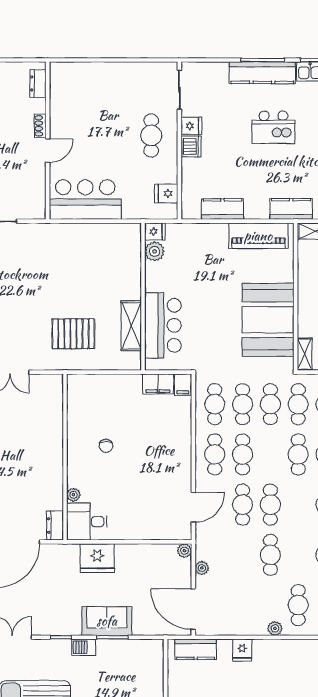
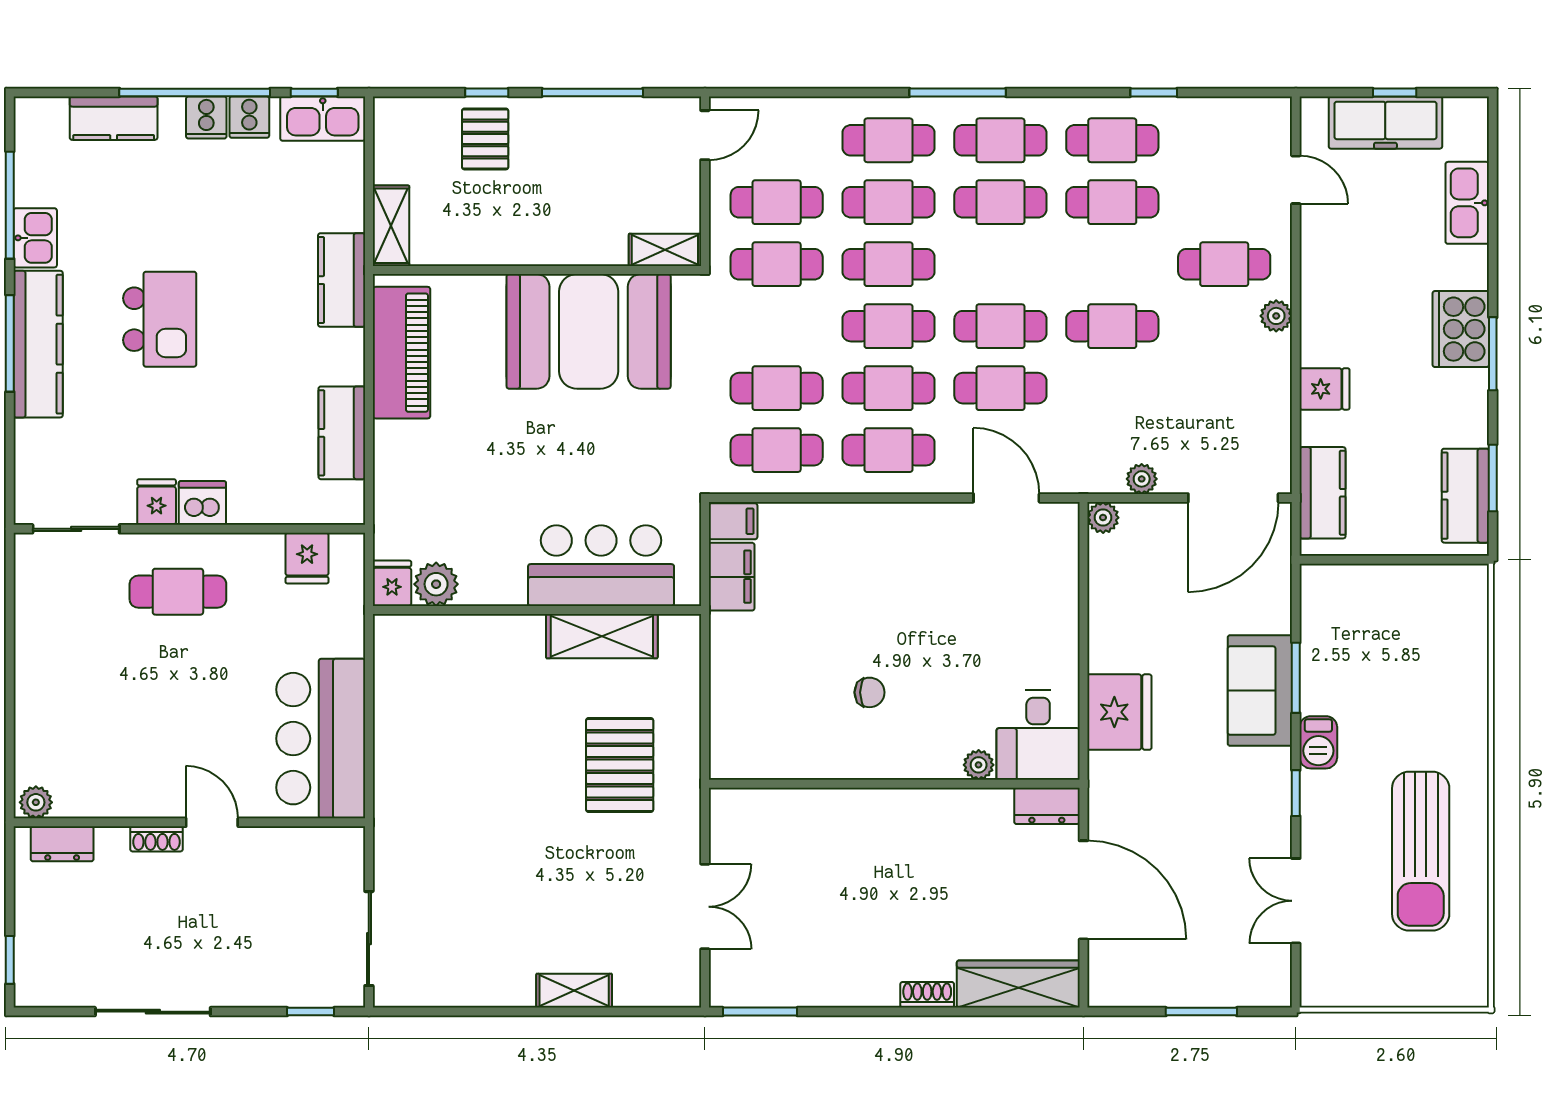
plant: (57, 72) -> (36, 802), added
cafe table: (270, 404) -> (889, 326), moved

